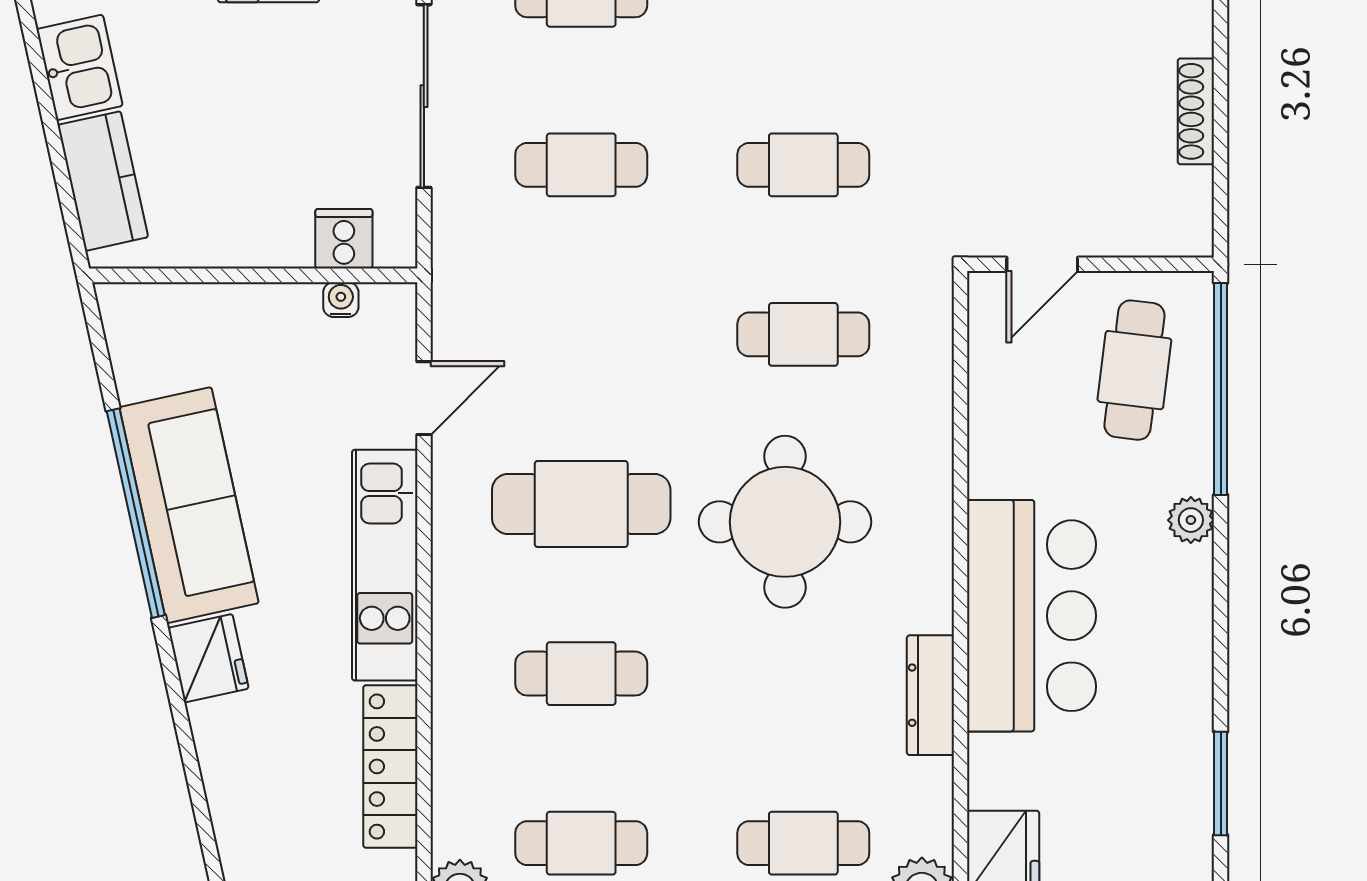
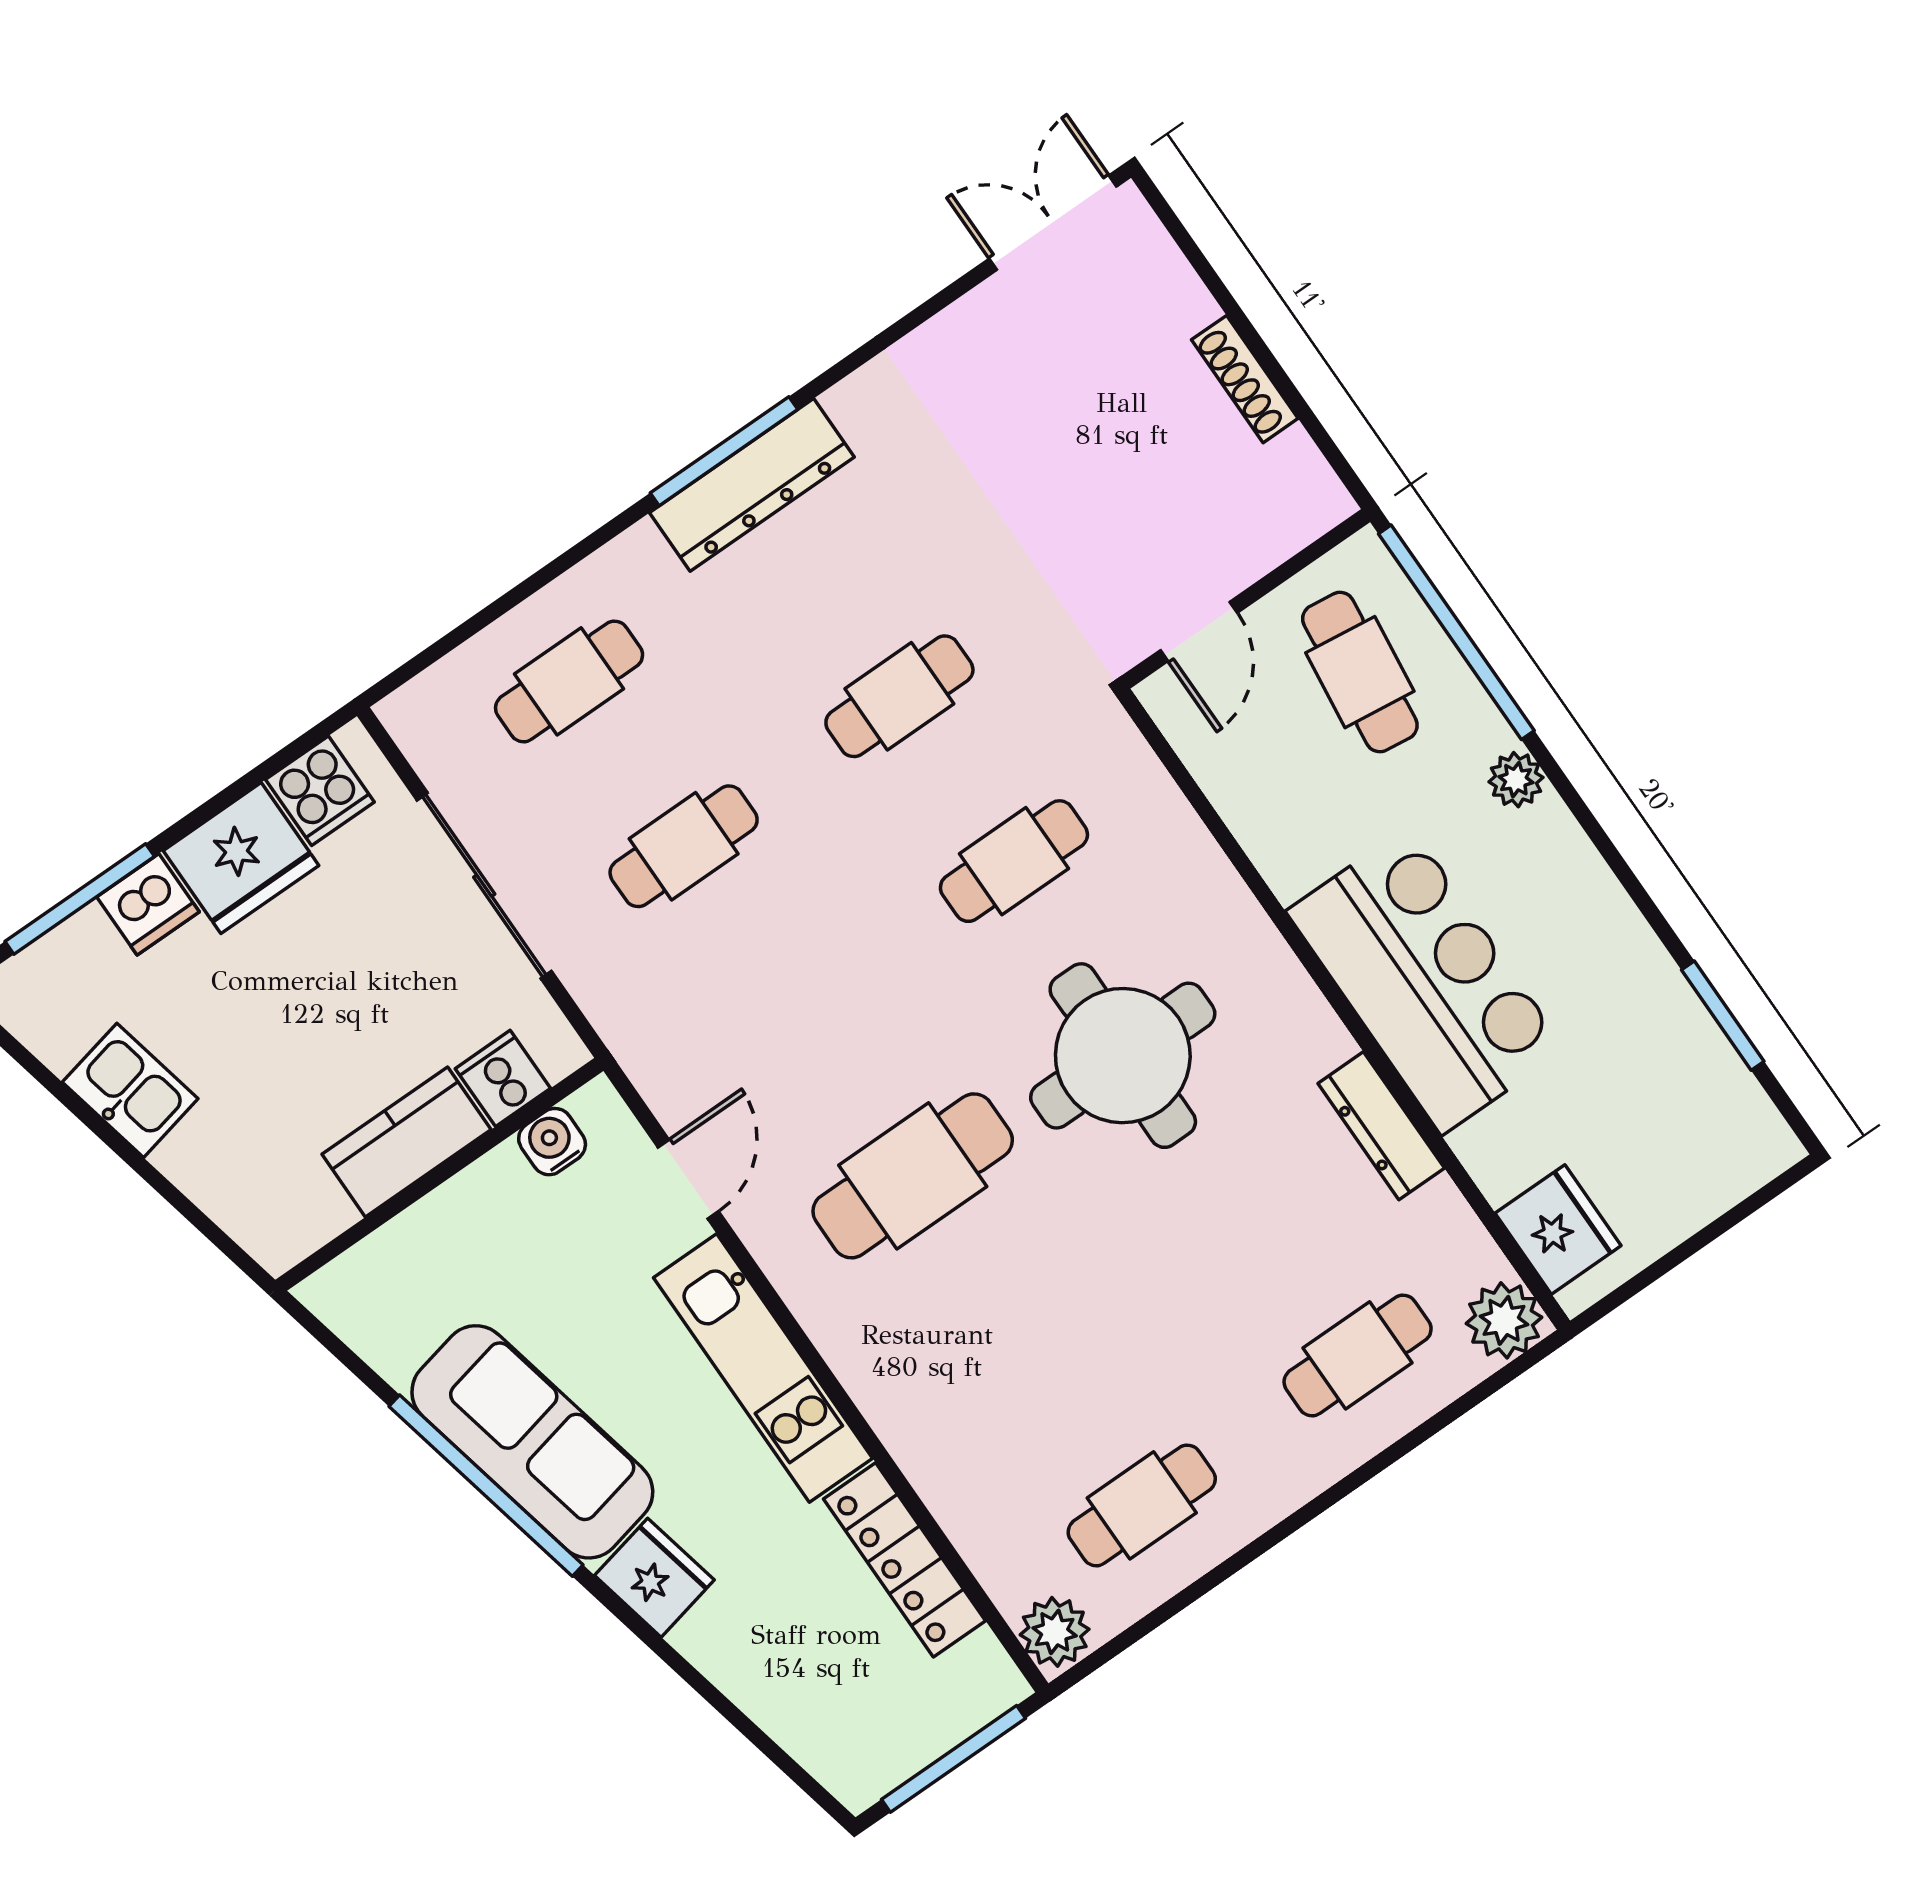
kitchen counter: (103, 181) -> (406, 1142), moved, turned -78
water cooler: (341, 300) -> (552, 1142), width x1.38, depth x1.38
cafe table: (581, 674) -> (1027, 1341), removed

